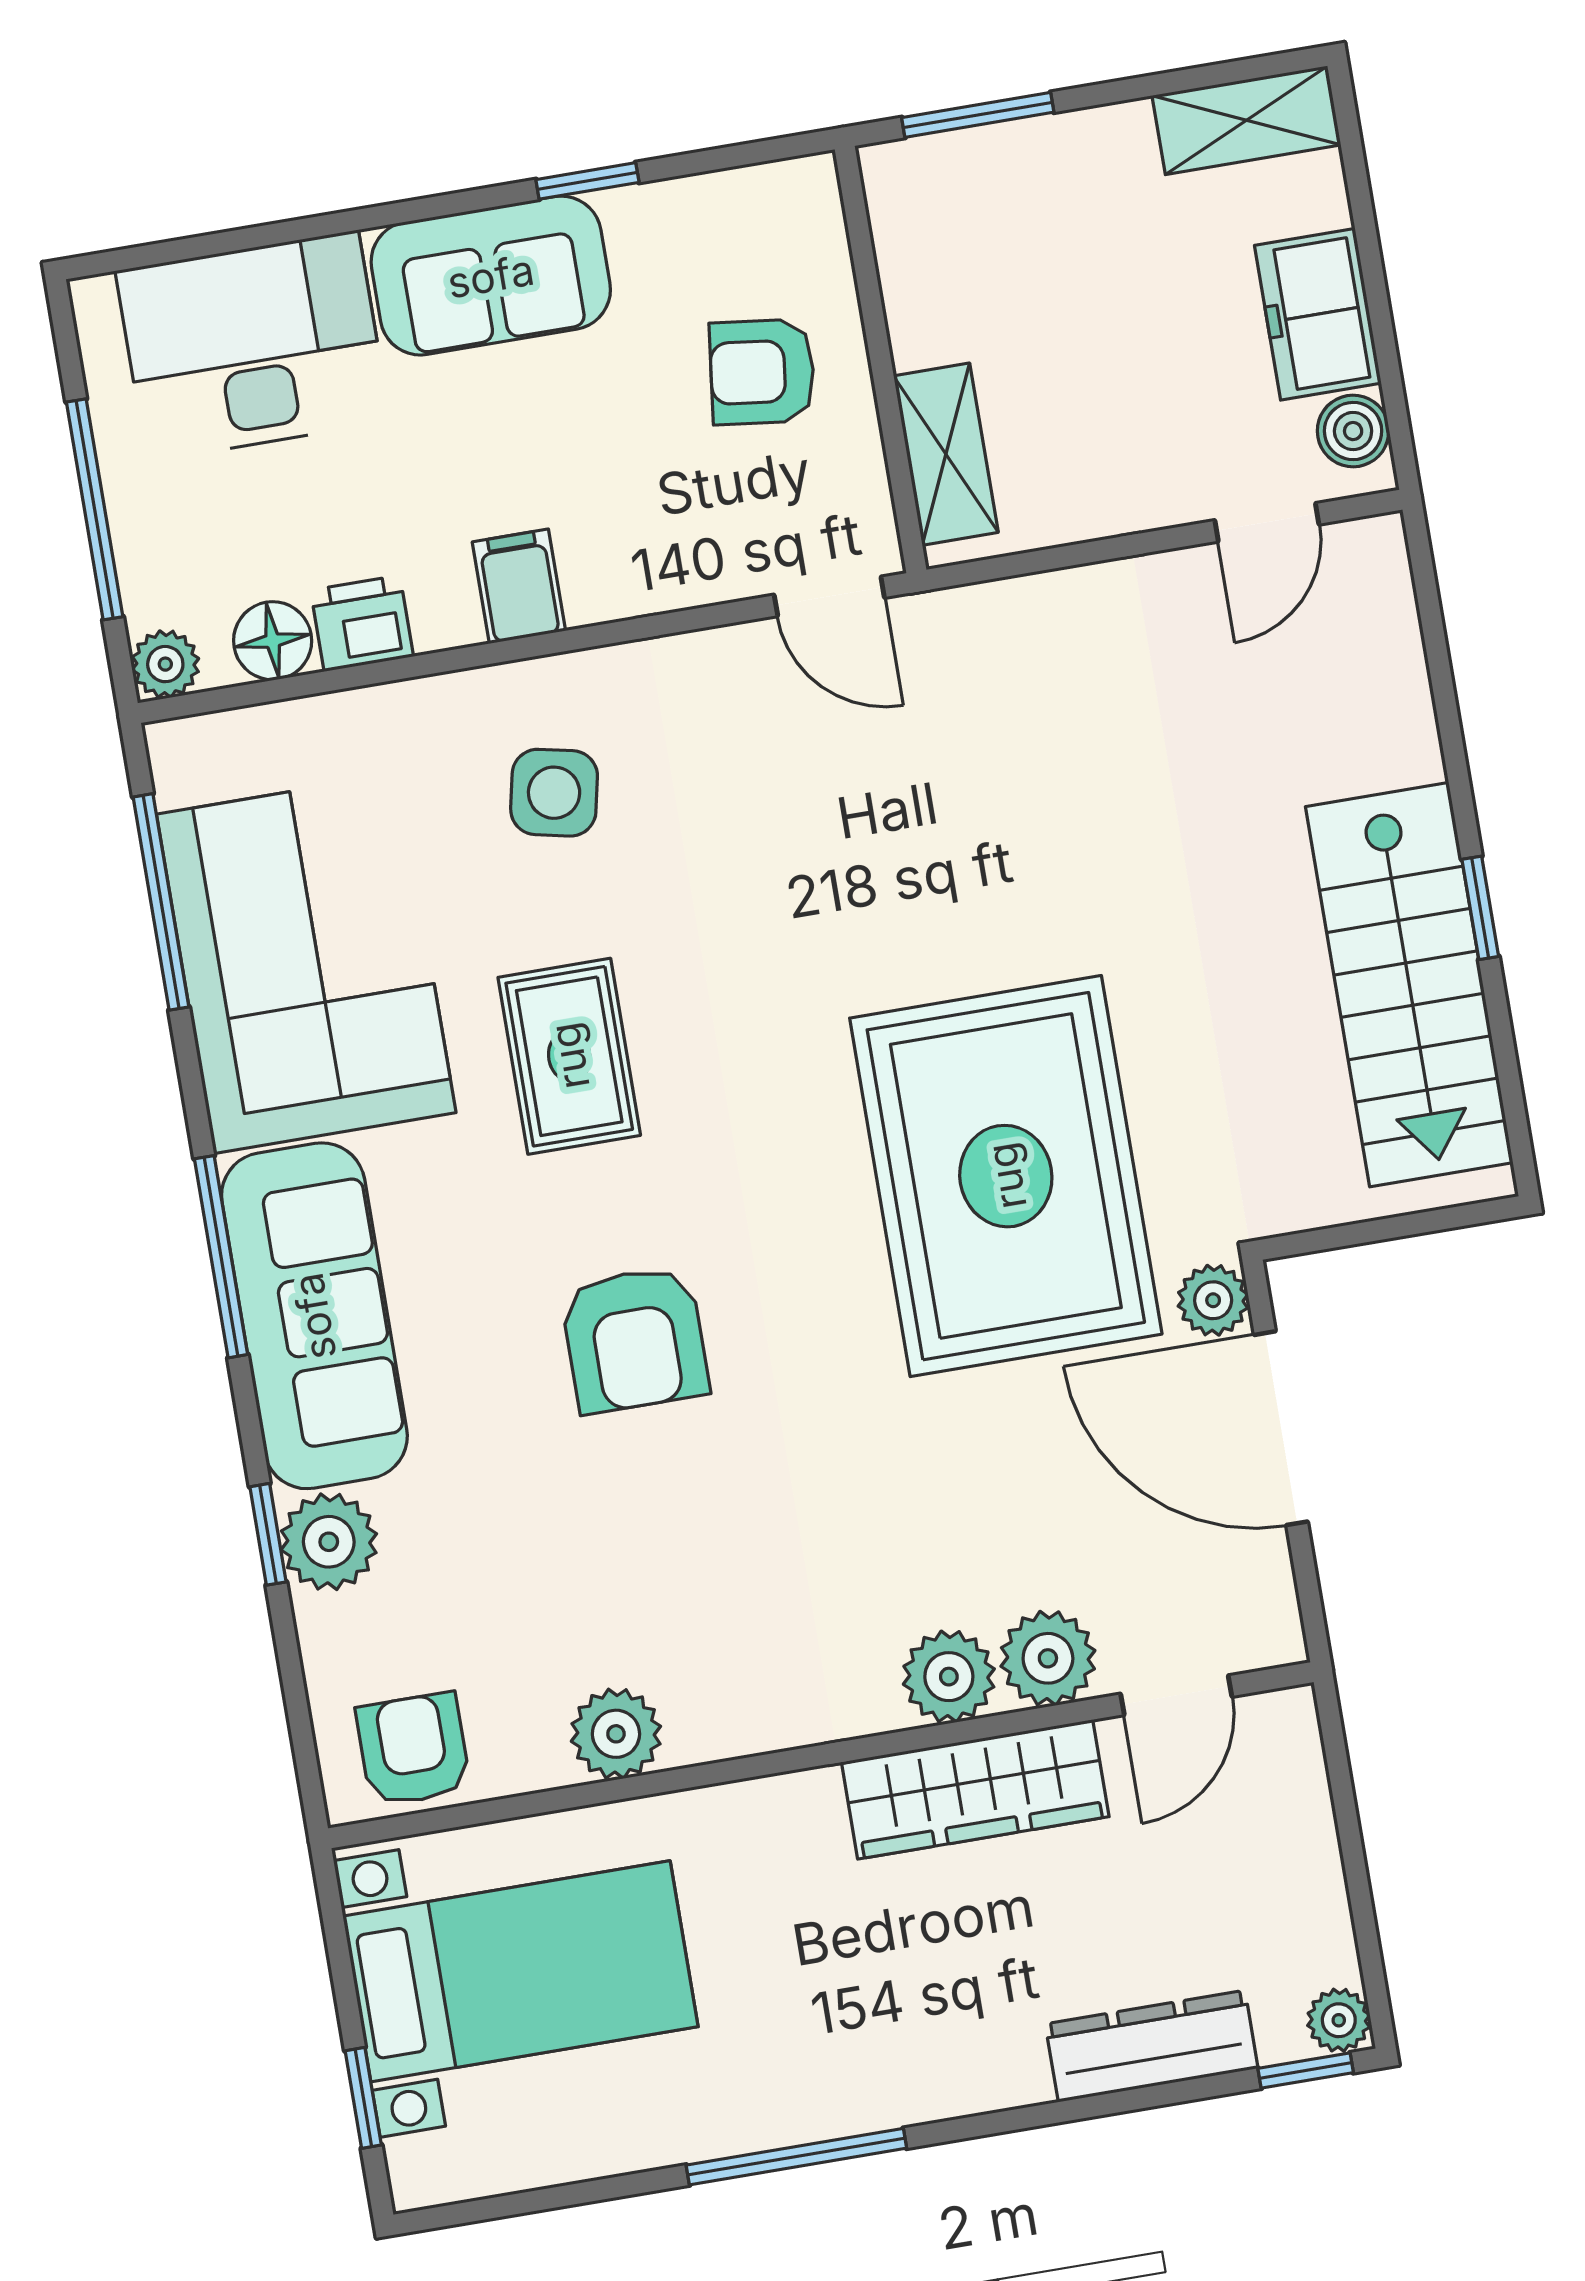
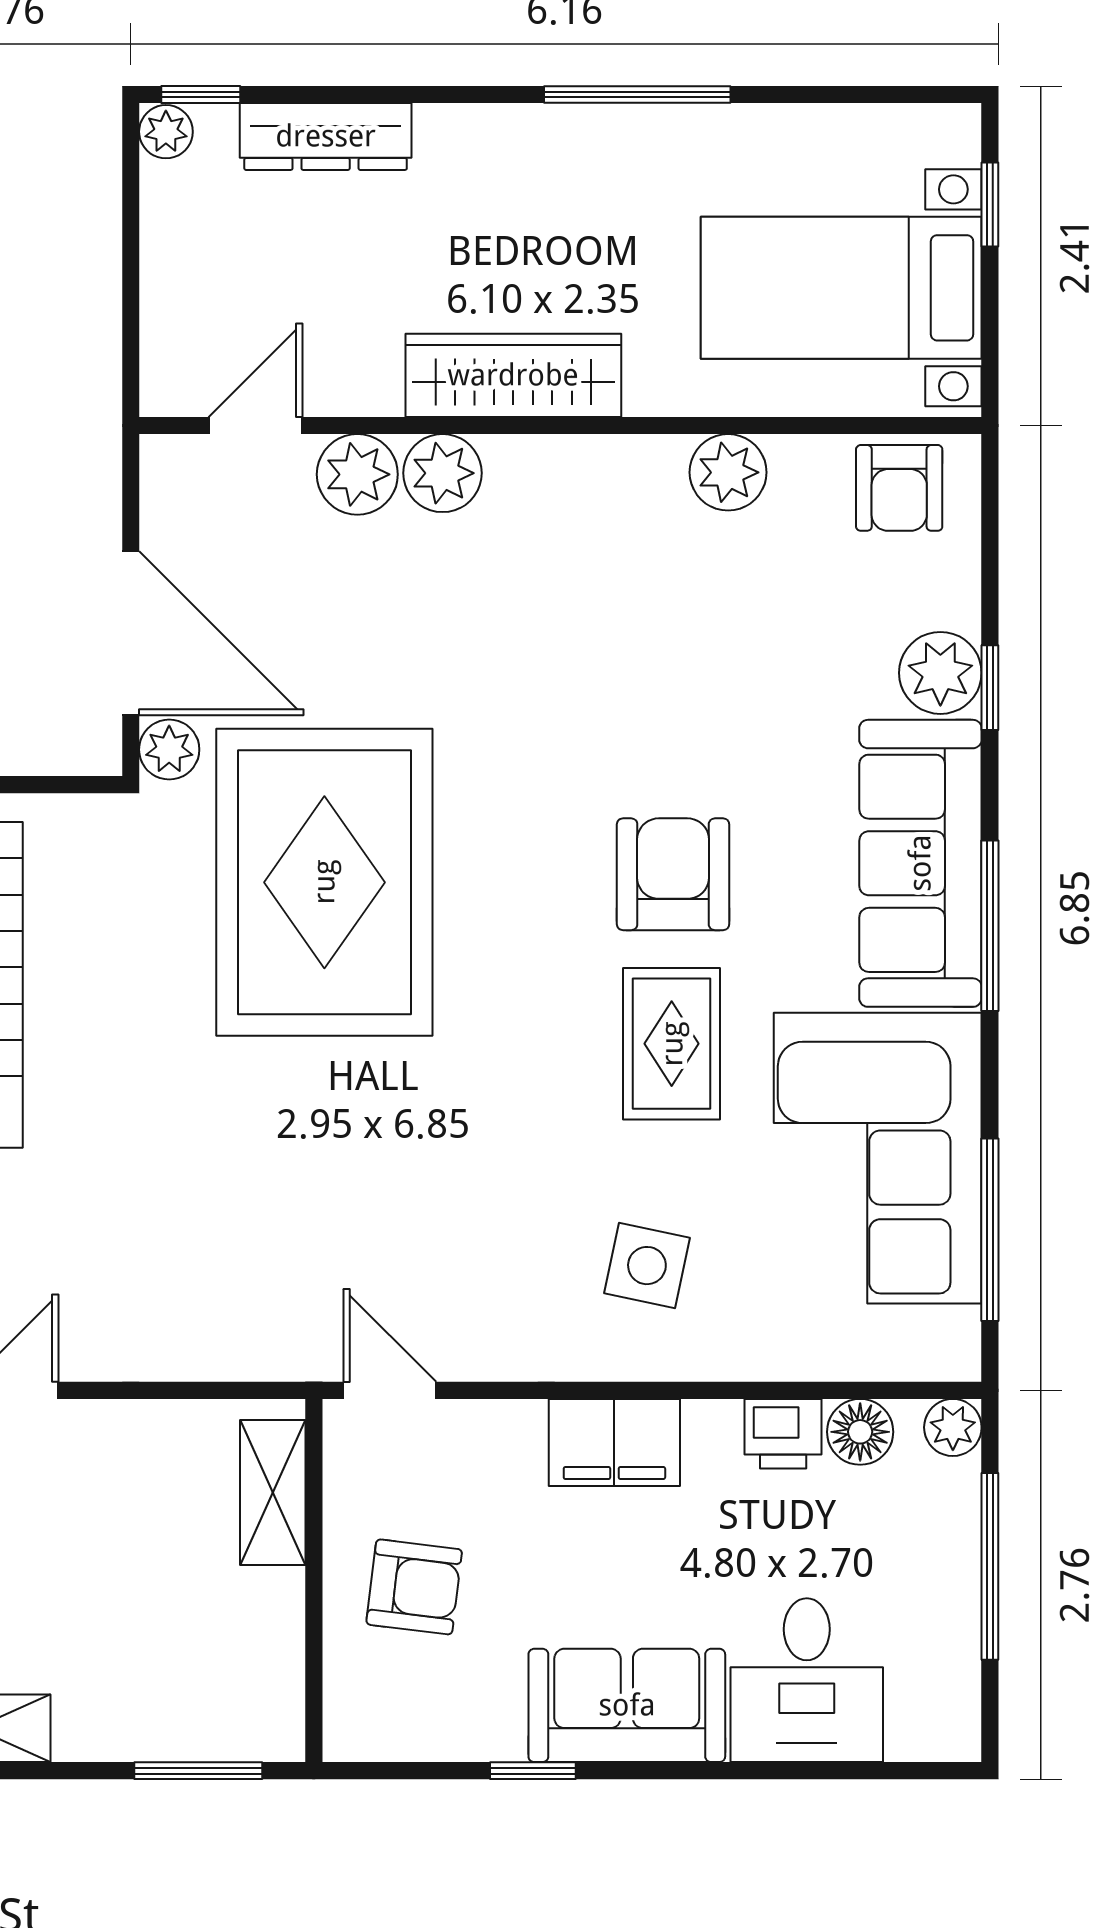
desk: (253, 346) -> (807, 1680), width x0.73
filing cabinet: (519, 586) -> (614, 1442), width x2.00
armchair: (635, 1339) -> (673, 874), moved
wardrobe: (975, 1789) -> (513, 375), moved

